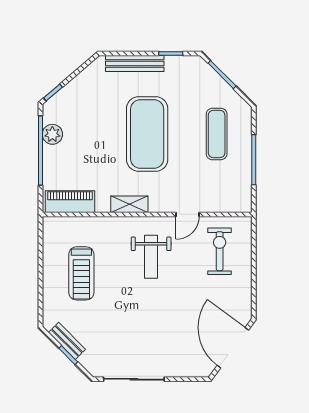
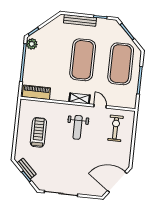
plant: (52, 134) -> (32, 44), moved
exercise mat: (217, 134) -> (121, 64), width x2.00, depth x1.45
shelving: (129, 204) -> (80, 98), moved
door: (188, 214) -> (100, 106), swing flipped
treadmill: (81, 273) -> (38, 132), turned 180
door: (233, 348) -> (117, 182), hinge flipped

